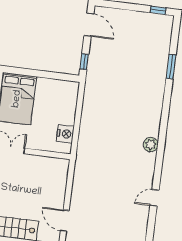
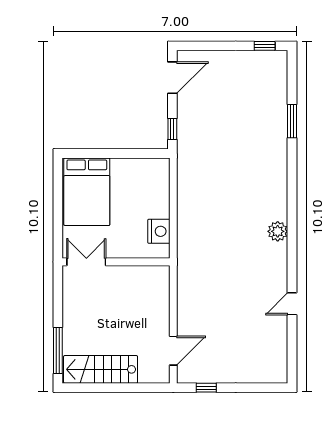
door: (89, 25) -> (172, 78), hinge flipped
door: (65, 221) -> (173, 351), swing flipped

